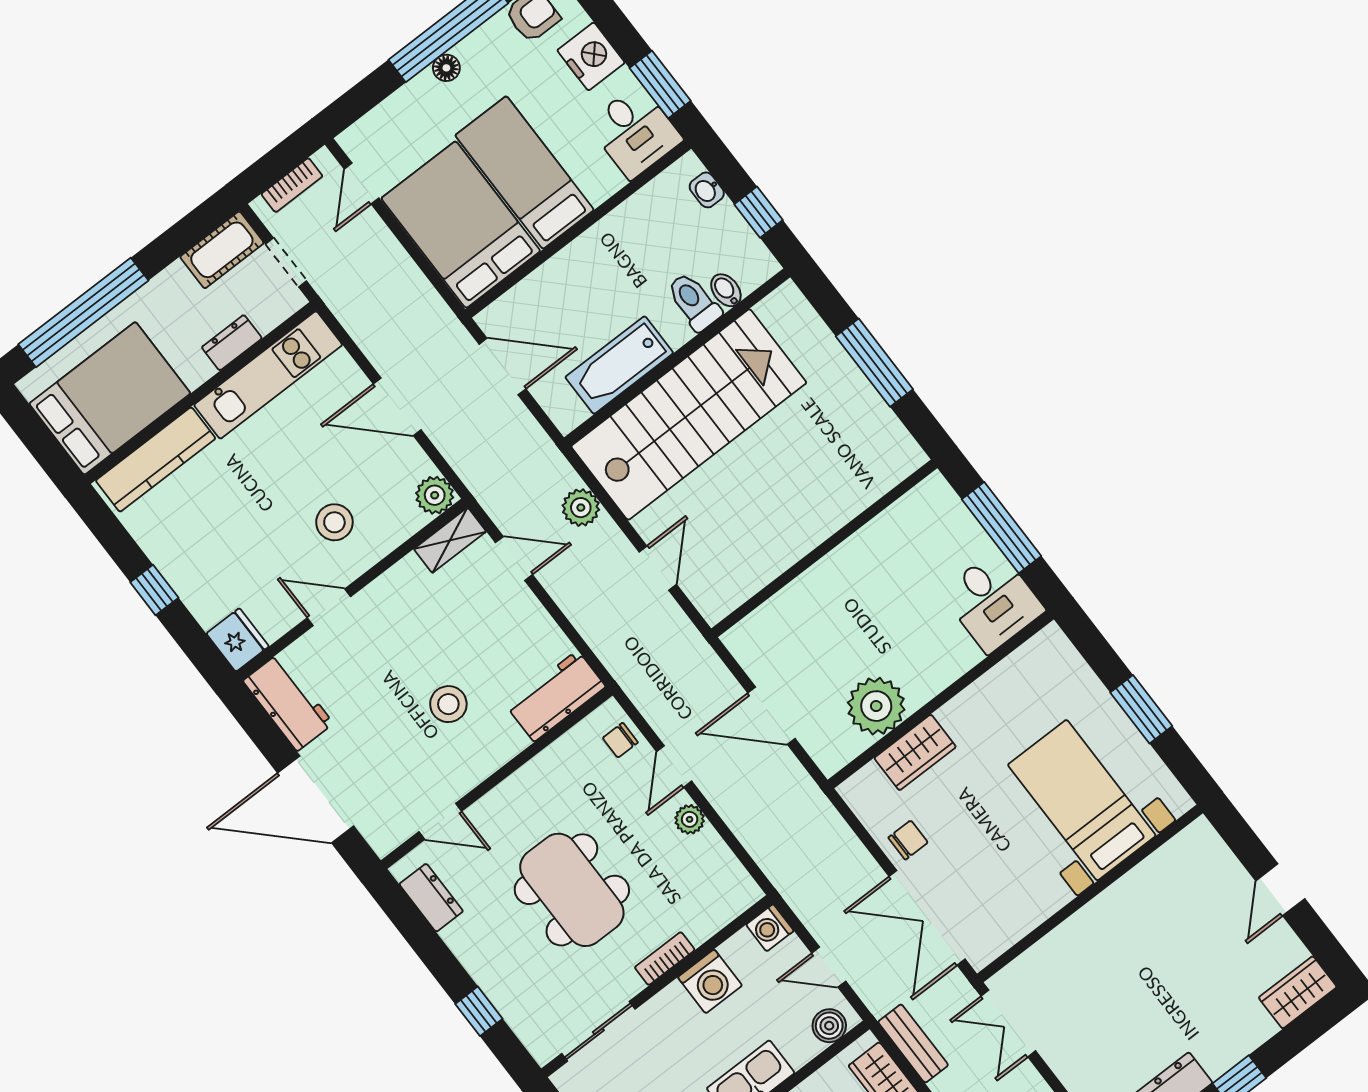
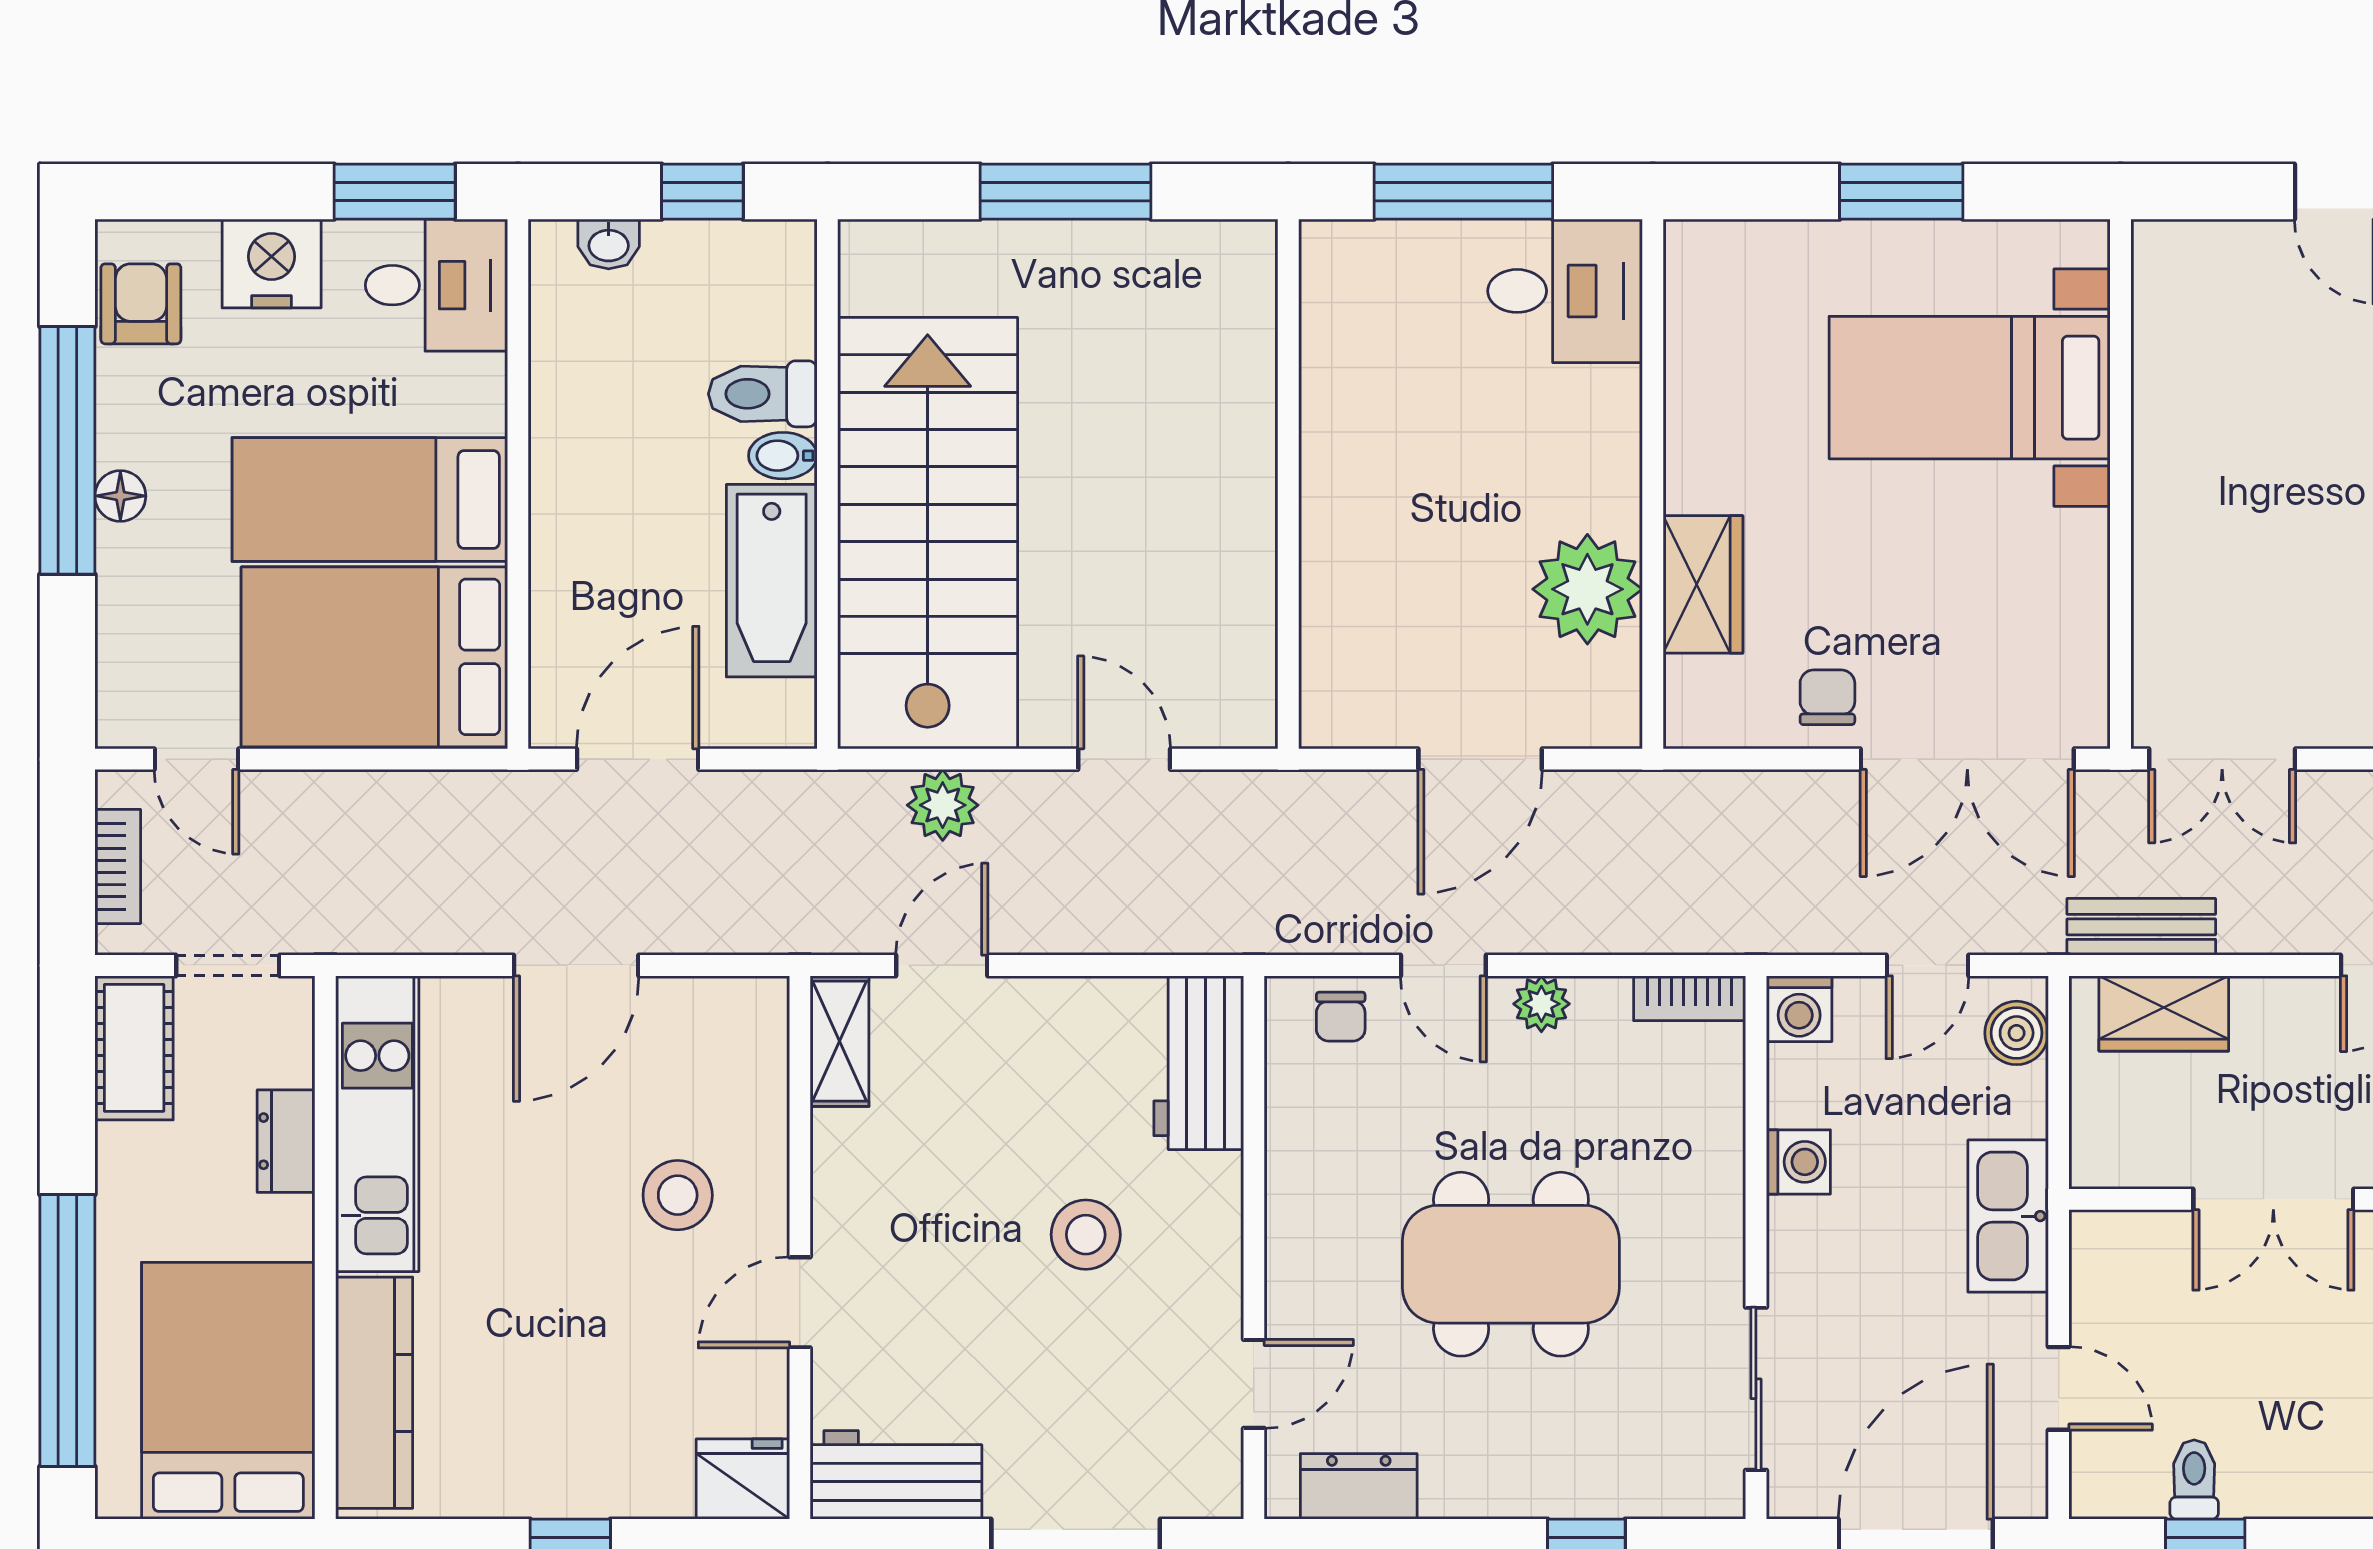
bidet: (726, 290) -> (783, 456), moved
plant: (435, 495) -> (754, 1012), removed
bookcase: (665, 959) -> (1690, 998), moved, turned -90
washing machine: (710, 981) -> (1798, 1162), width x0.73, depth x0.73

